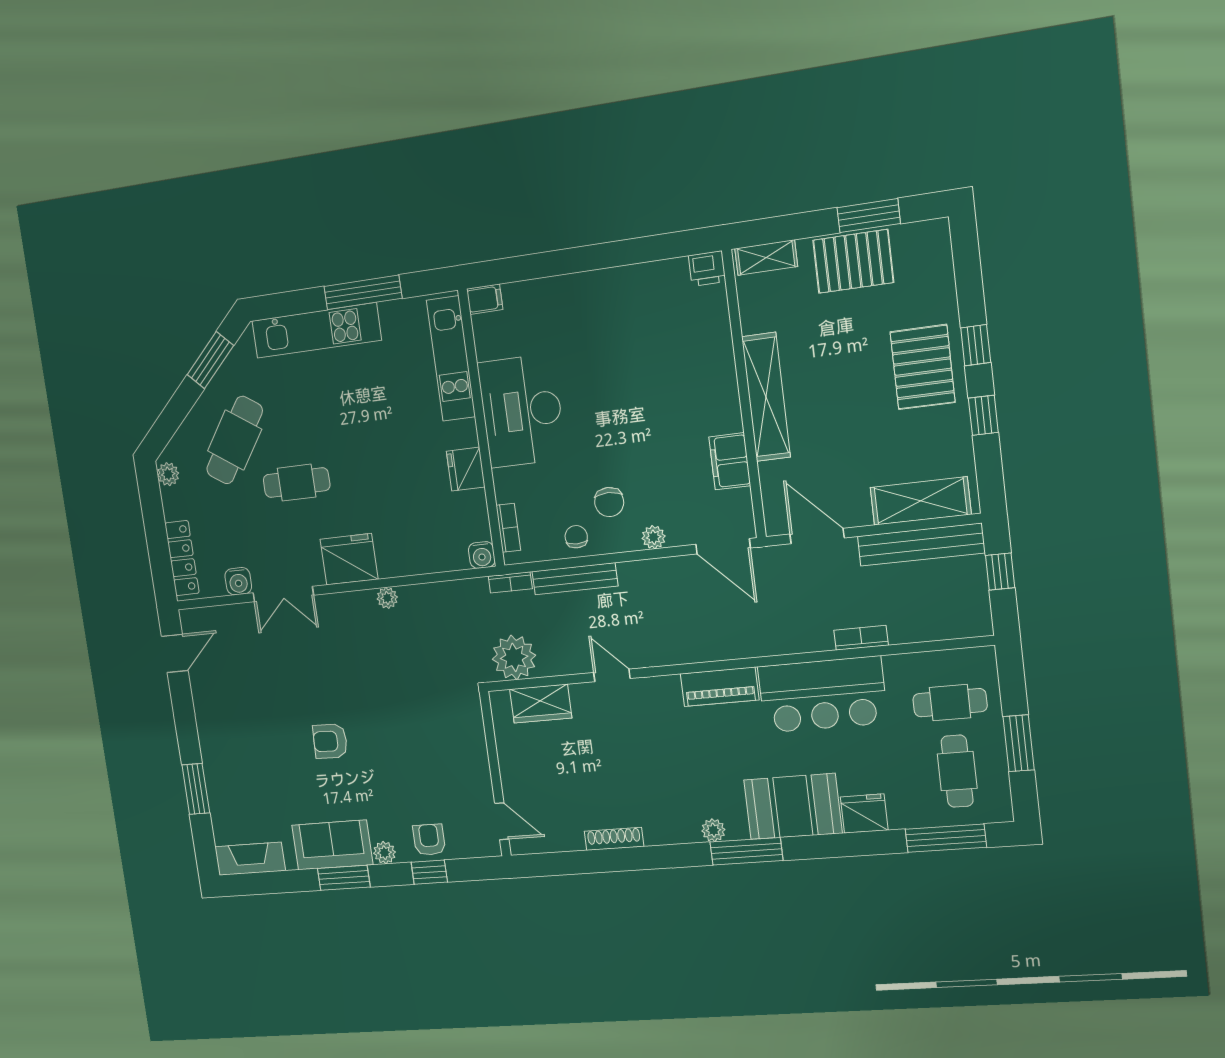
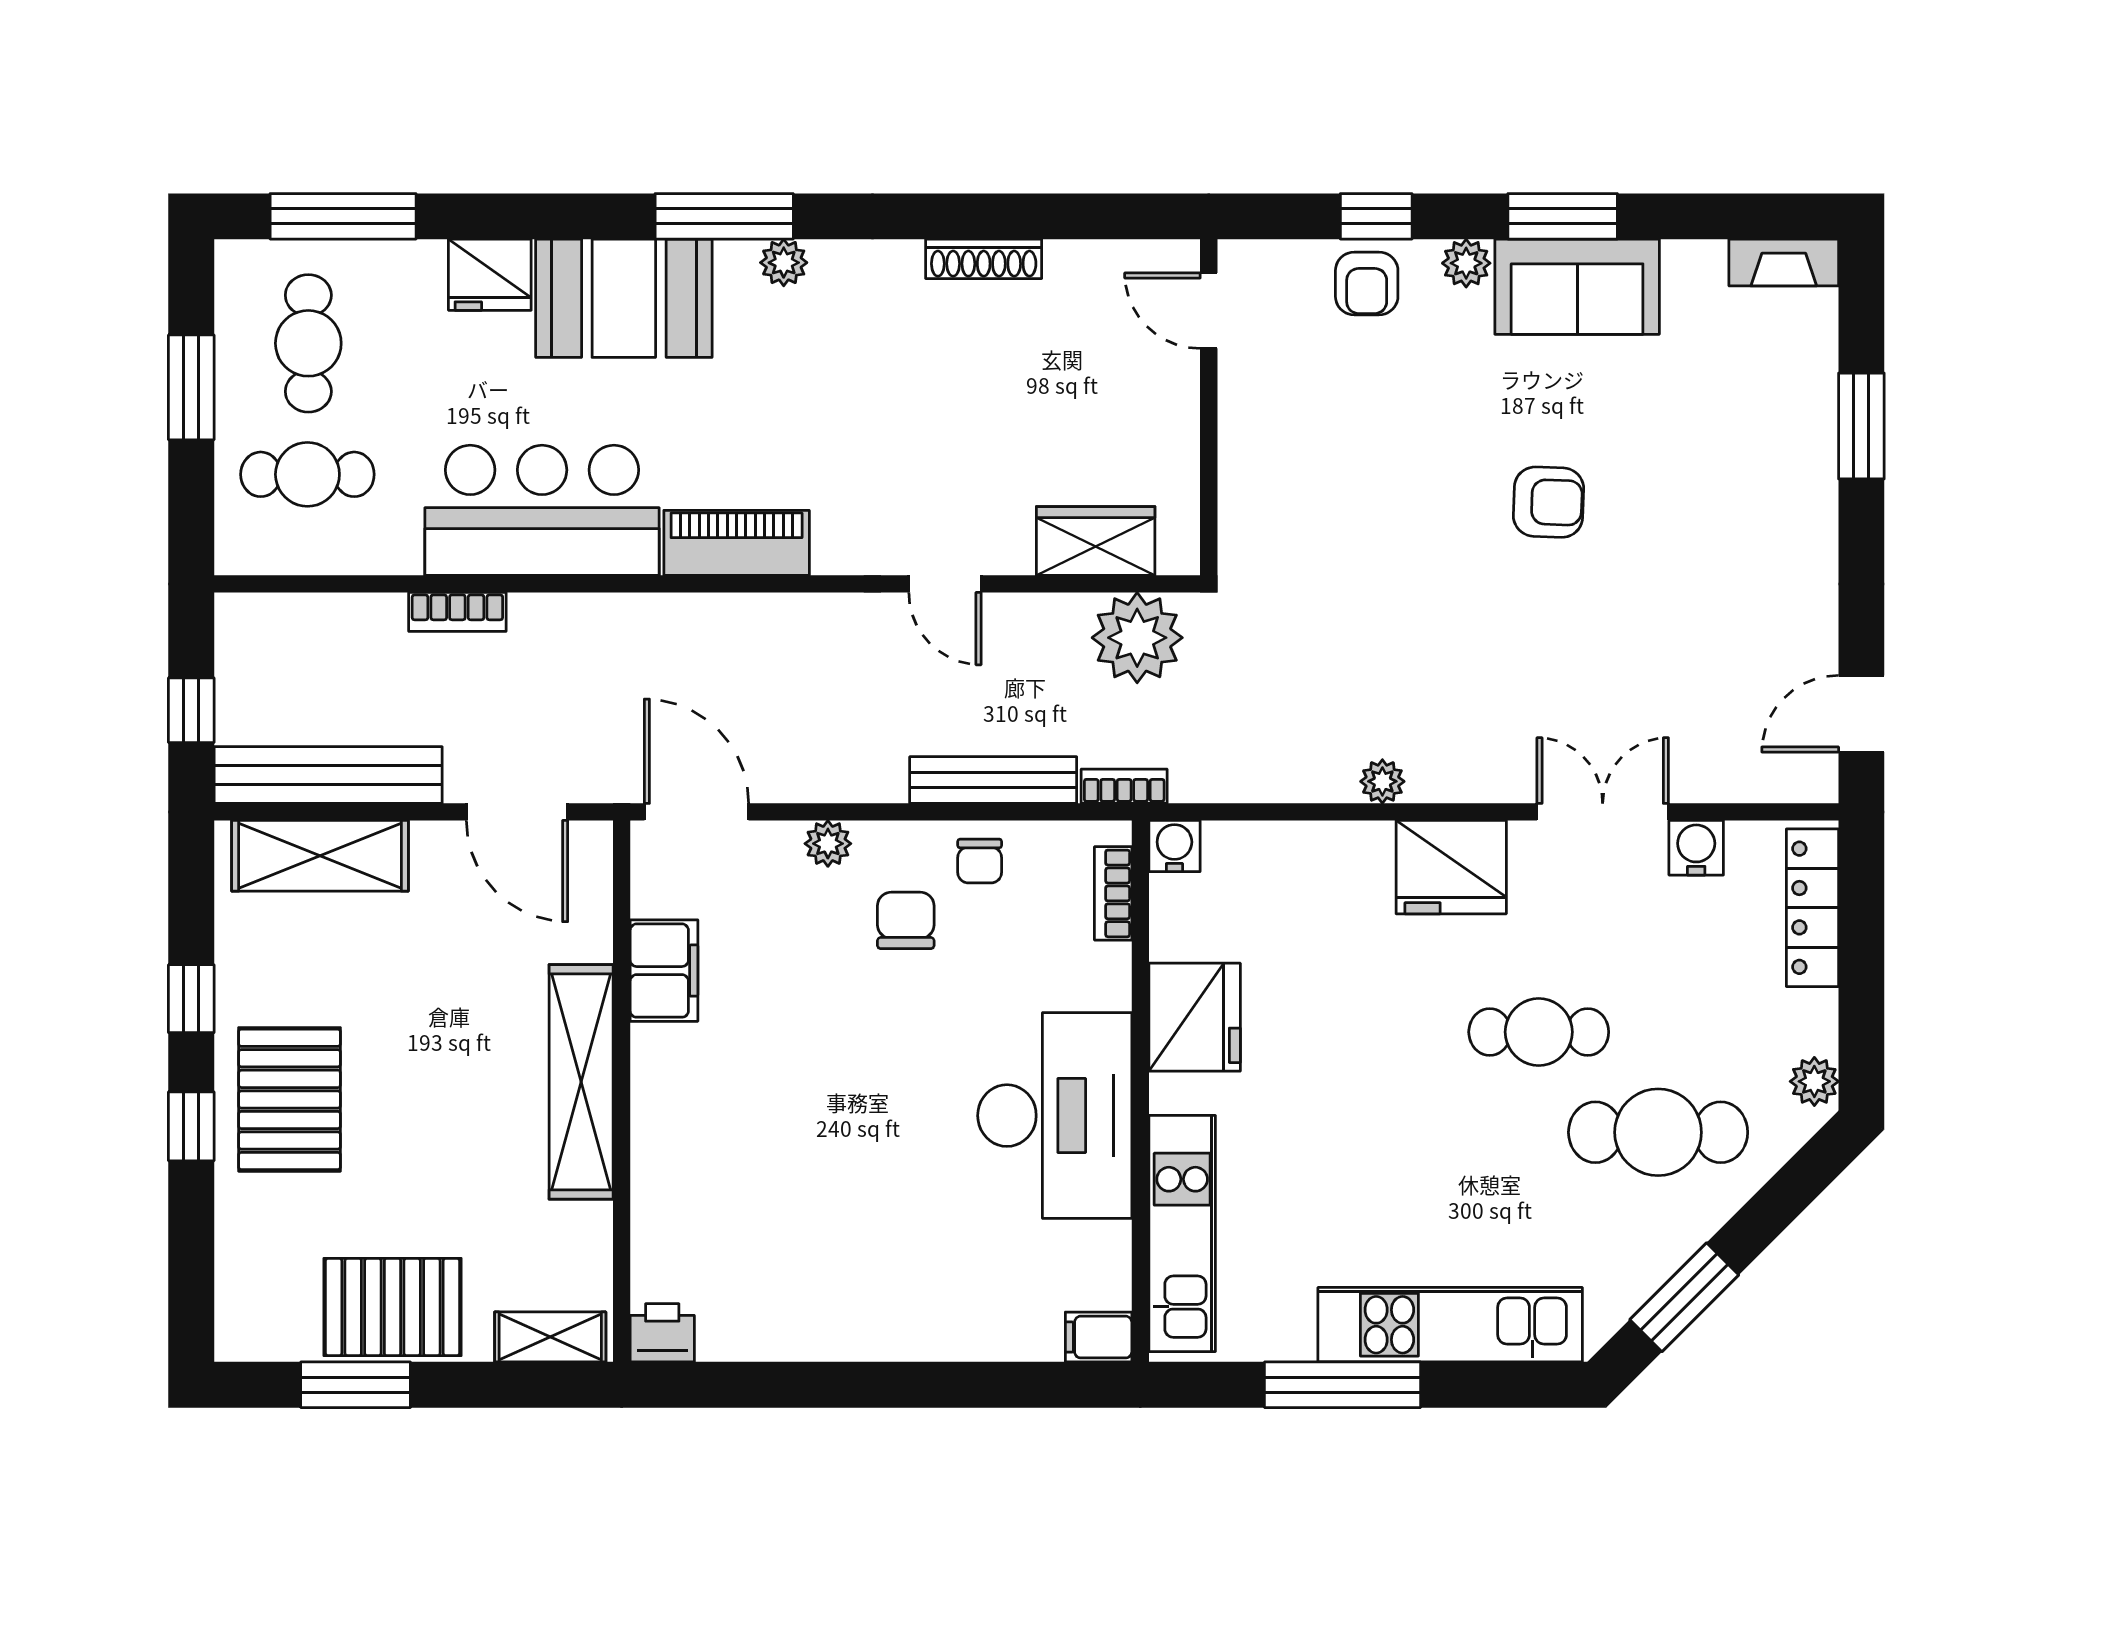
cafe table: (235, 440) -> (1658, 1132), turned 56
fridge: (466, 469) -> (1195, 1017), width x1.36, depth x1.34
fireplace: (250, 859) -> (1784, 263), width x0.73, depth x0.76

